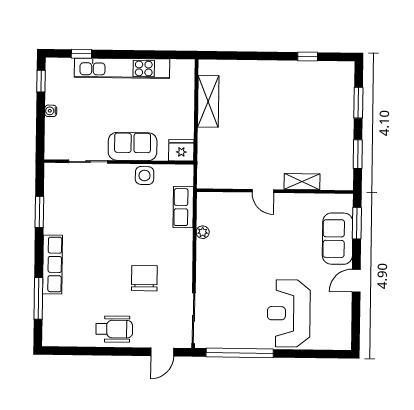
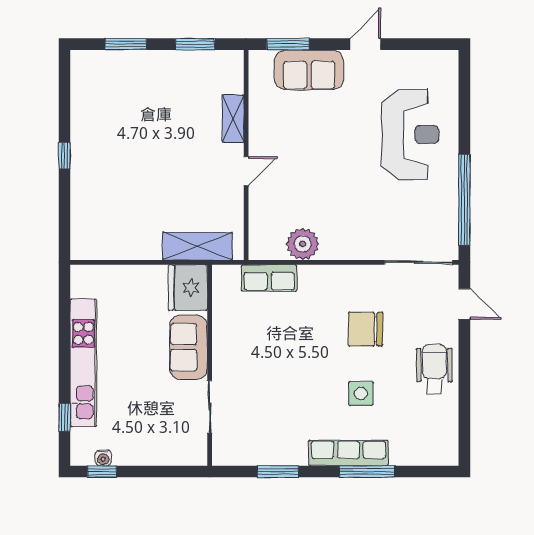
window: (308, 56) -> (64, 156), moved
shelving: (208, 101) -> (198, 246), moved
water cooler: (51, 111) -> (103, 458), moved
fridge: (181, 150) -> (188, 288), width x1.36, depth x1.34
side table: (145, 176) -> (361, 394), moved
plant: (203, 232) -> (303, 244), width x1.88, depth x1.88
door: (356, 281) -> (365, 44), swing flipped
window: (38, 298) -> (367, 471), moved
reception desk: (289, 313) -> (410, 134), turned -90

